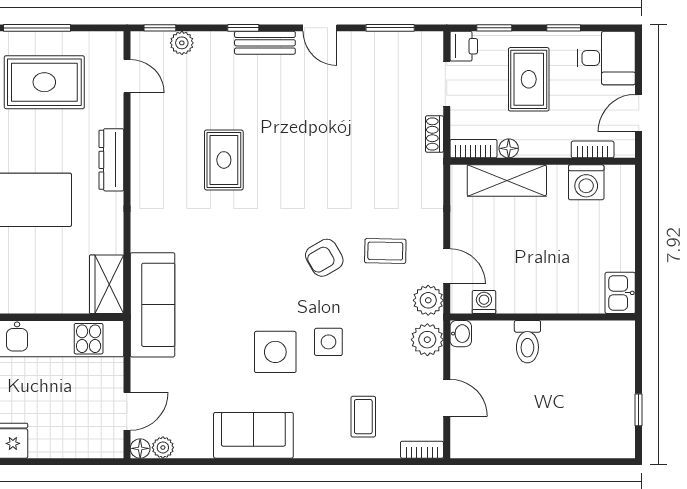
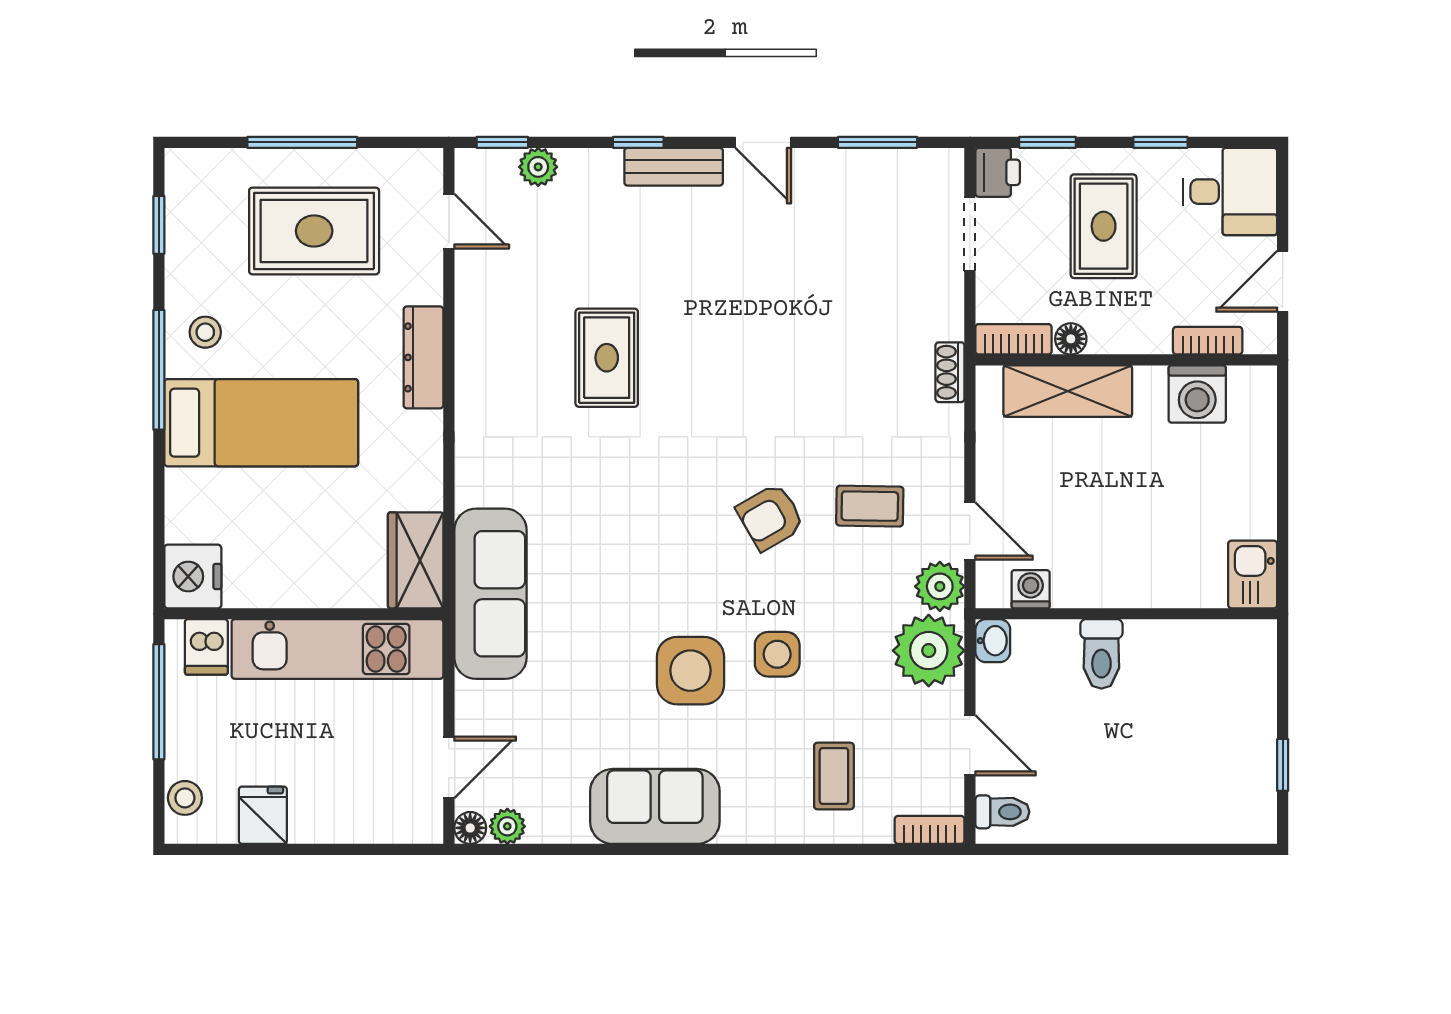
shoe rack: (434, 134) -> (950, 372), moved
plant: (427, 340) -> (929, 651), width x1.36, depth x1.36
toilet: (467, 439) -> (1002, 812), added

